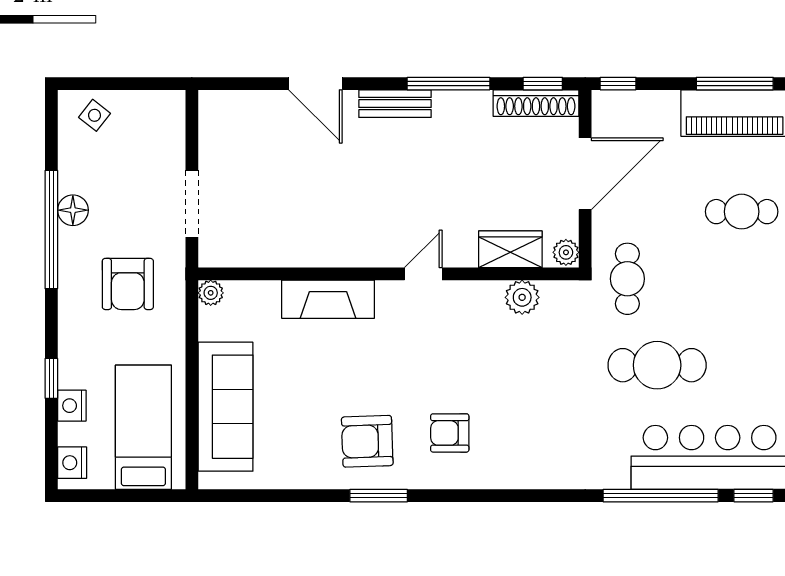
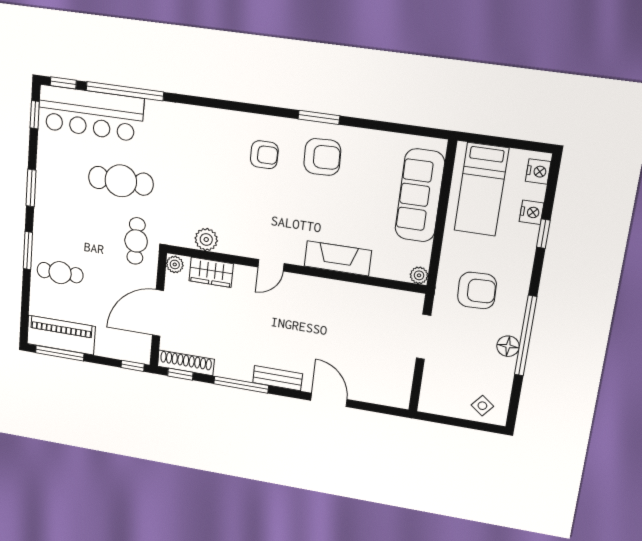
armchair: (128, 284) -> (477, 290), turned 88

